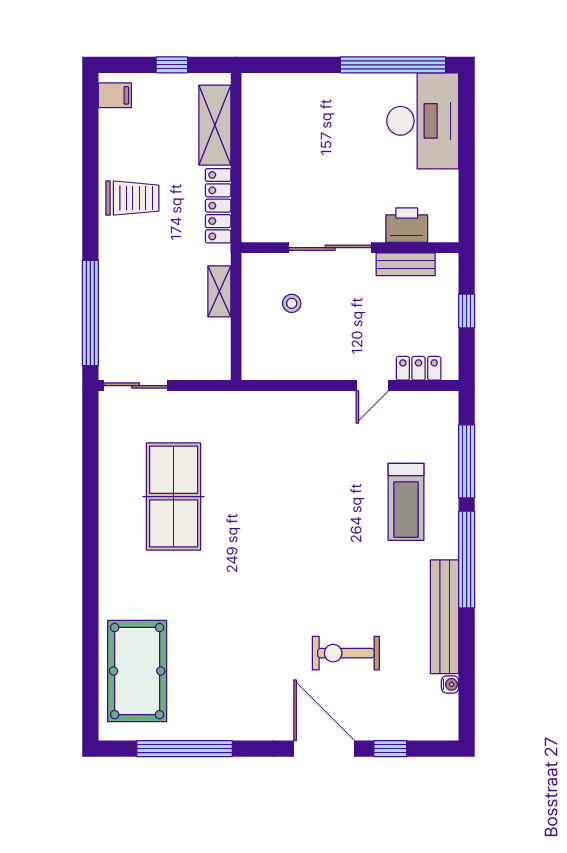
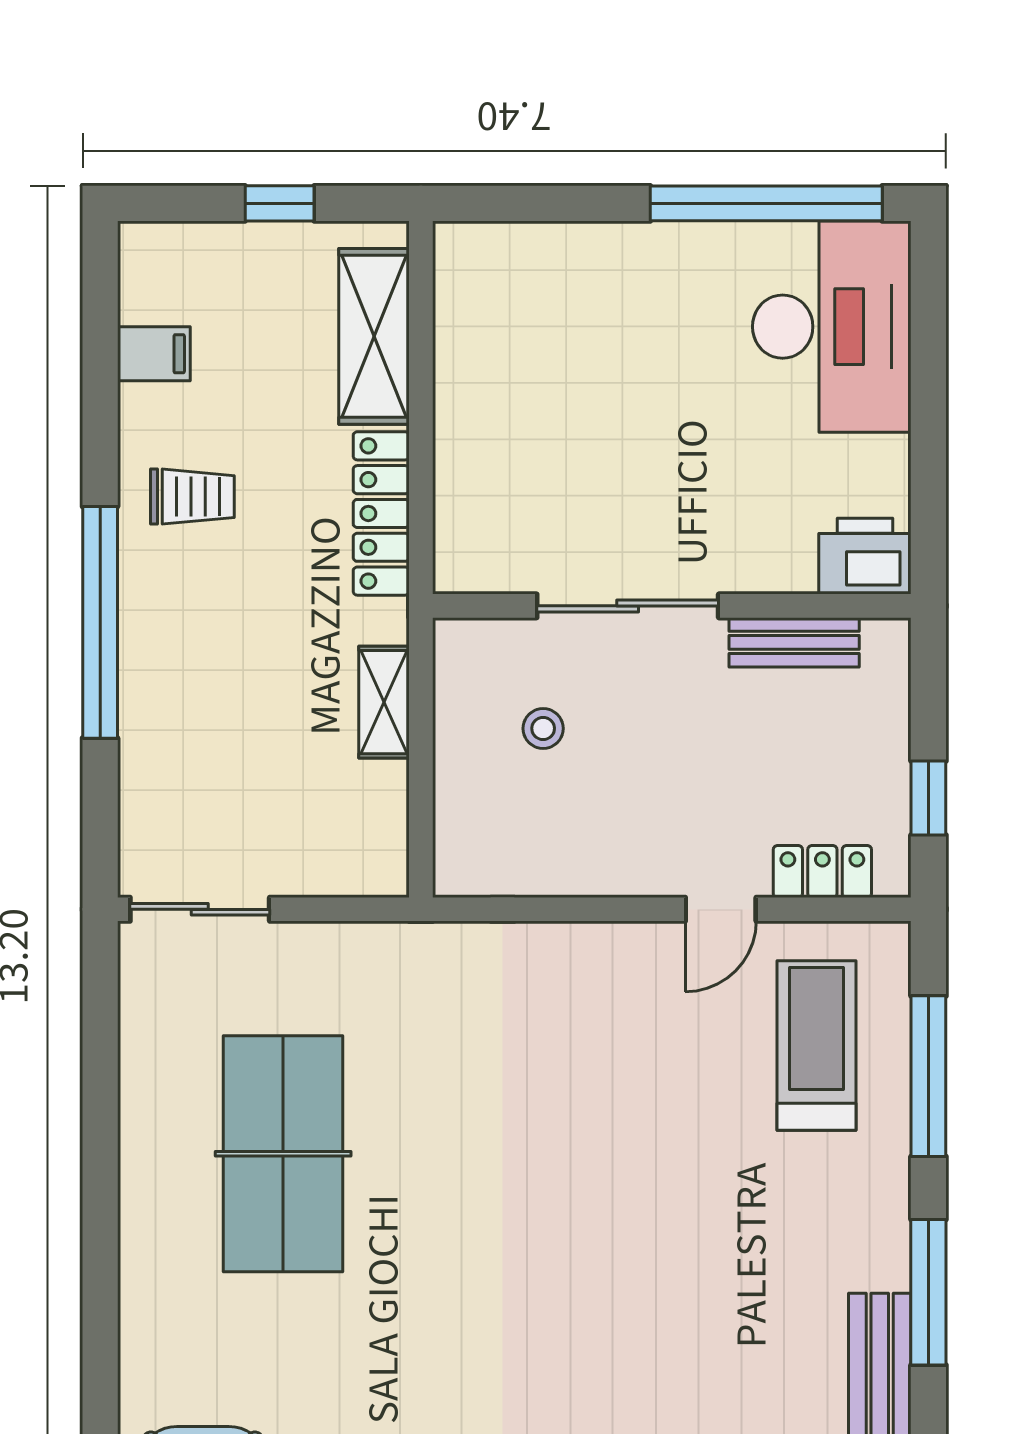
filing cabinet: (115, 95) -> (154, 354), moved
trolley: (132, 198) -> (192, 497), width x0.73, depth x0.72
printer: (407, 225) -> (865, 556), moved
window: (467, 311) -> (928, 798), moved
window: (90, 313) -> (100, 622), moved
treadmill: (406, 502) -> (816, 1045), moved, turned 180
window: (467, 559) -> (928, 1292), width x0.68

